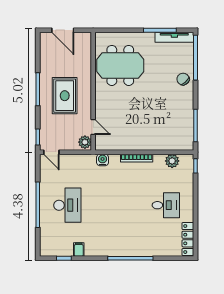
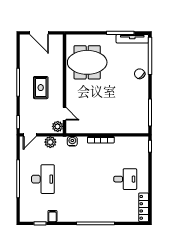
rug: (65, 96) -> (41, 88), width x0.73, depth x0.70
door: (51, 152) -> (30, 135), hinge flipped
plant: (172, 161) -> (50, 142), moved

